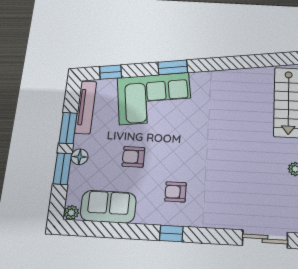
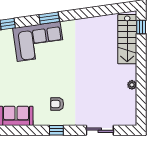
armchair: (133, 157) -> (29, 83), removed
sliding door: (265, 239) -> (100, 130), moved

